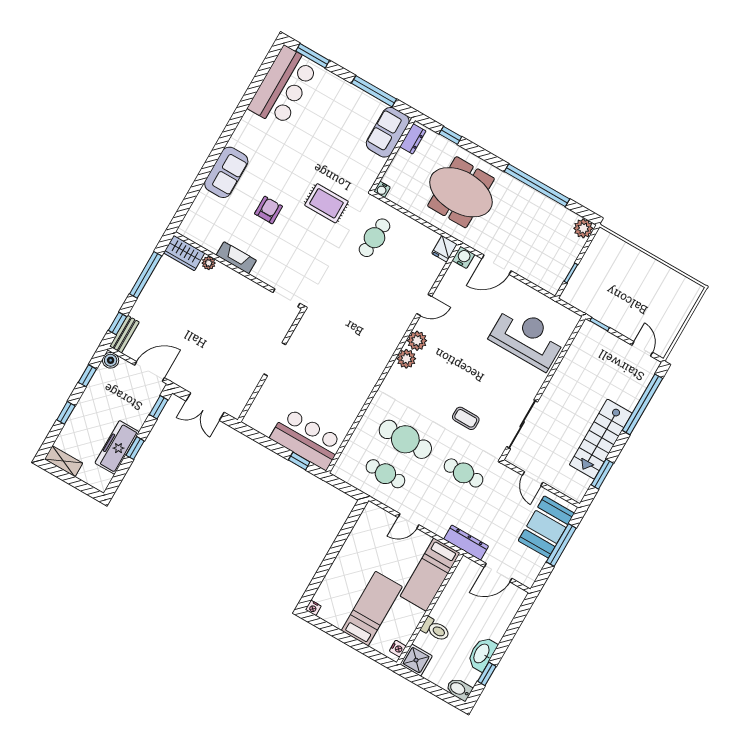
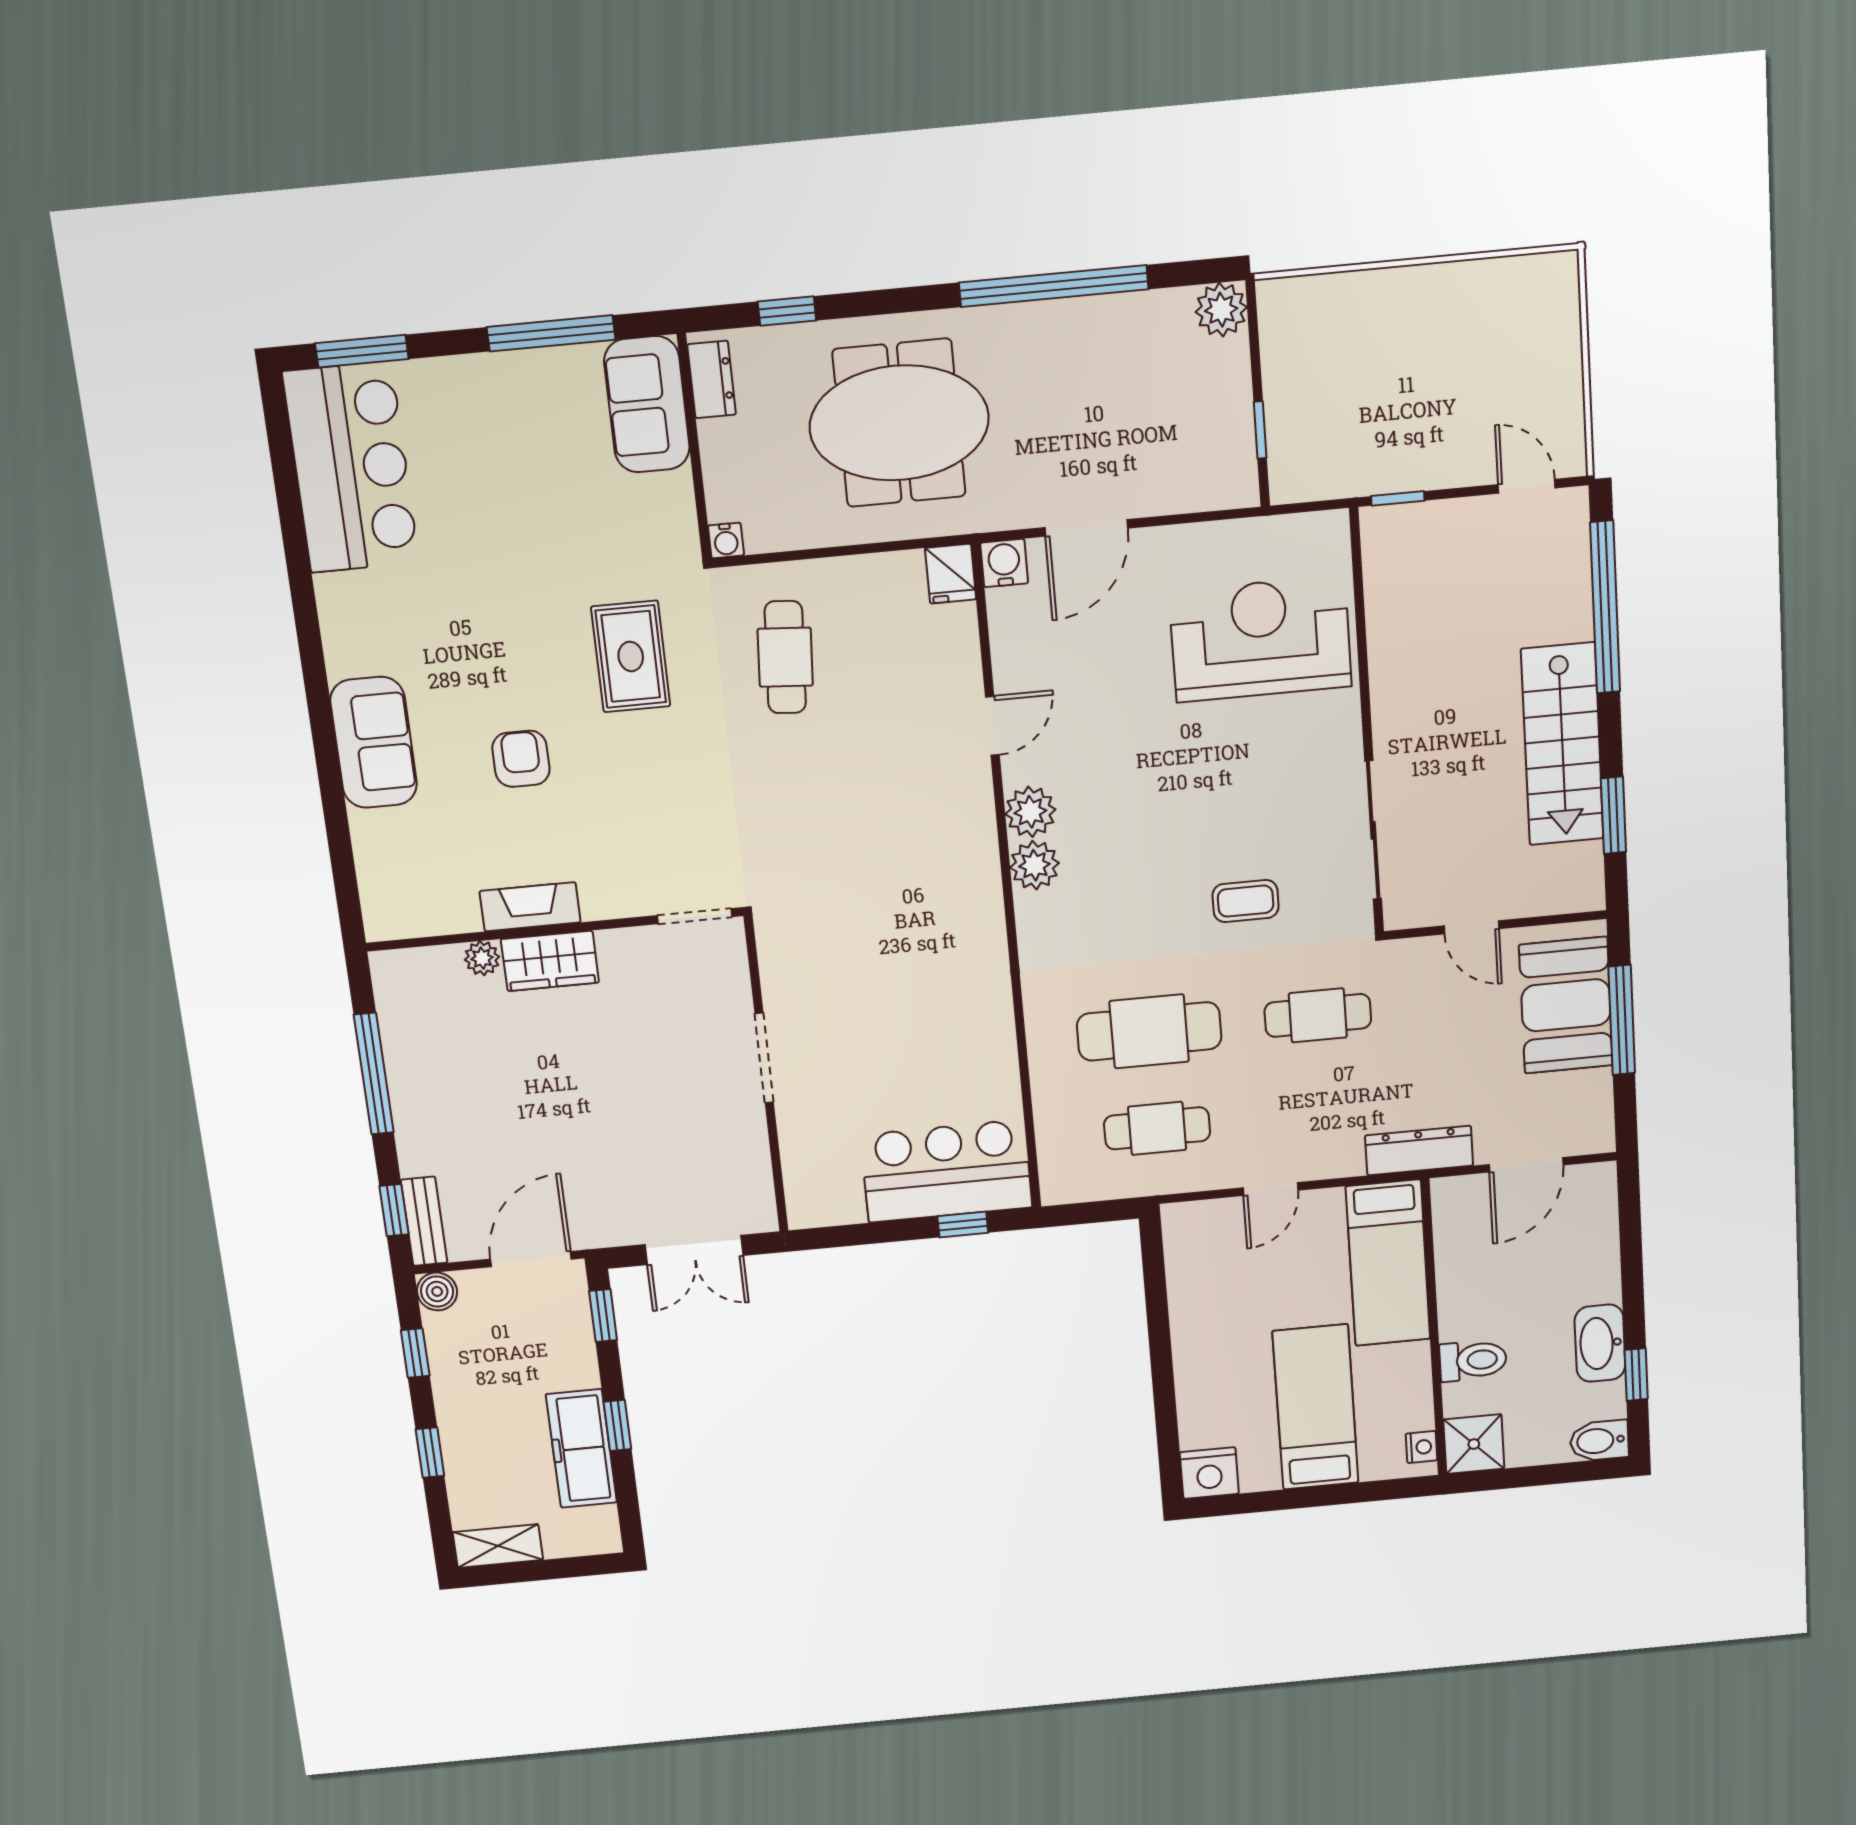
rug: (326, 203) -> (631, 656), turned 90
wardrobe: (184, 253) -> (550, 961), moved
nightstand: (313, 608) -> (1209, 1473), width x1.89, depth x1.79

